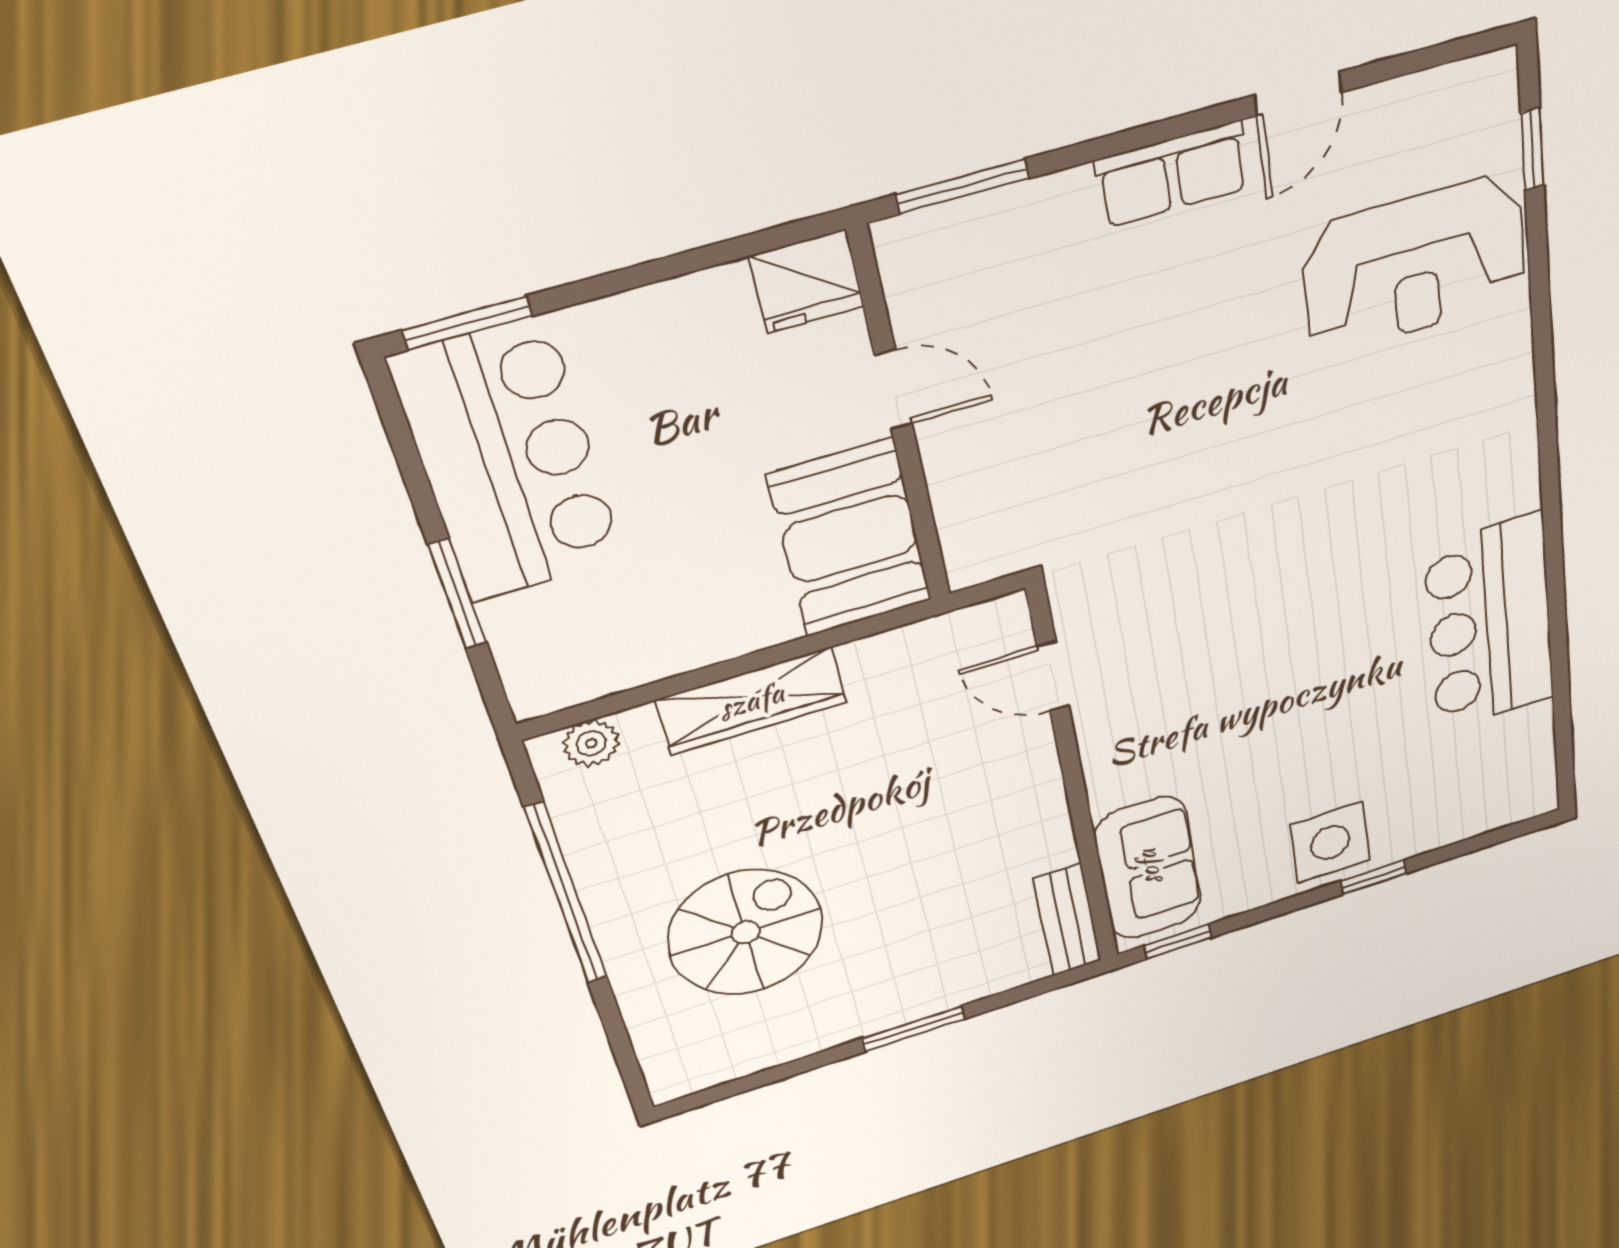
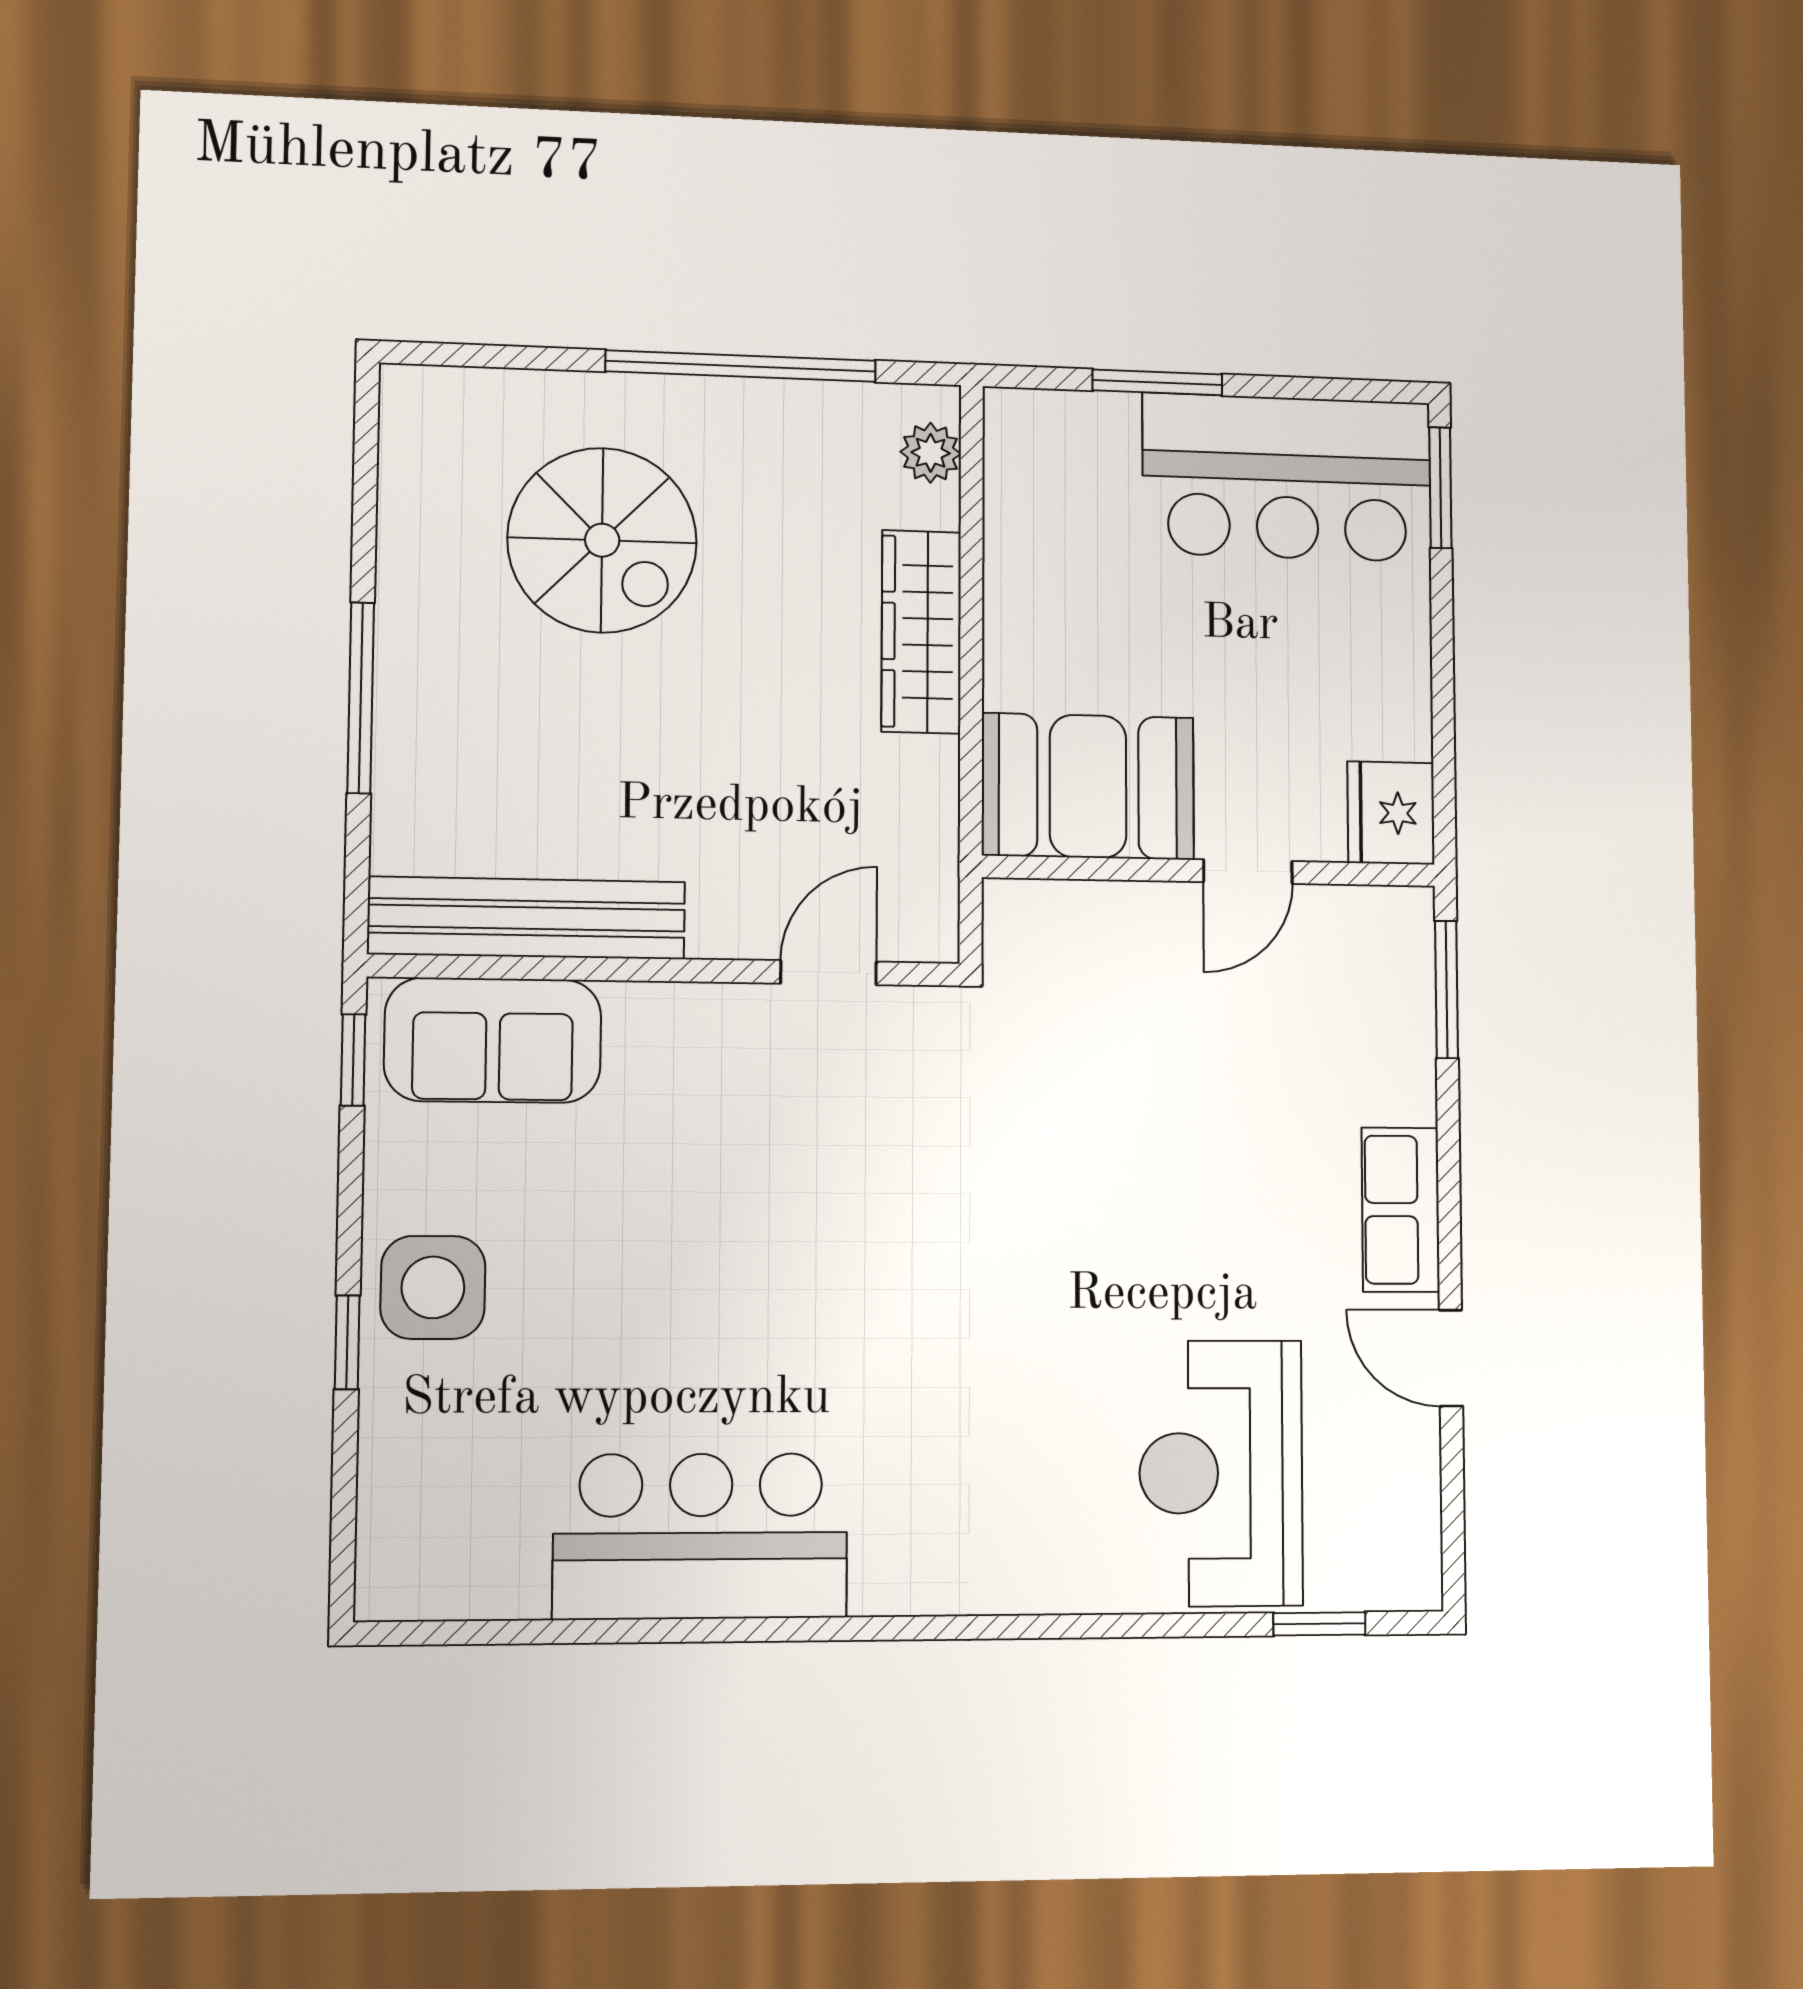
bench: (1068, 920) -> (527, 918), width x1.86, depth x1.21
window: (914, 1028) -> (361, 698), width x1.44

